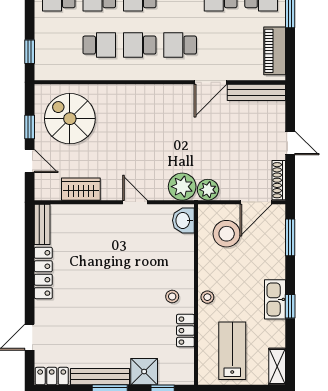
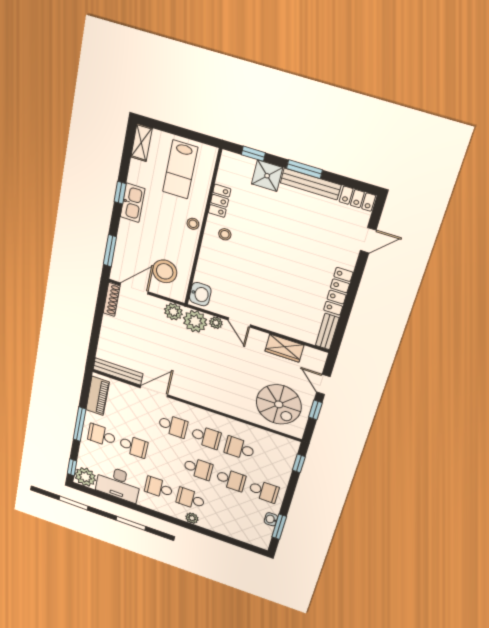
door: (290, 143) -> (97, 325), removed
plant: (160, 193) -> (216, 323), added

